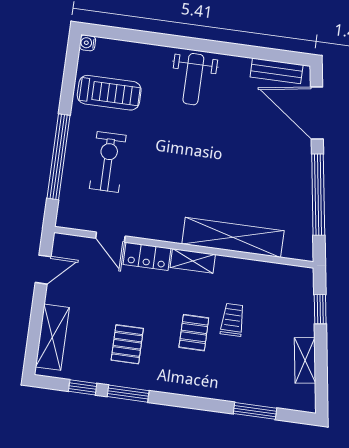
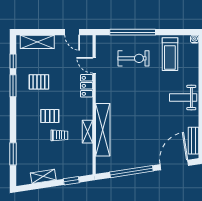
door: (110, 237) -> (94, 65), hinge flipped
shelving: (193, 261) -> (87, 132), moved

